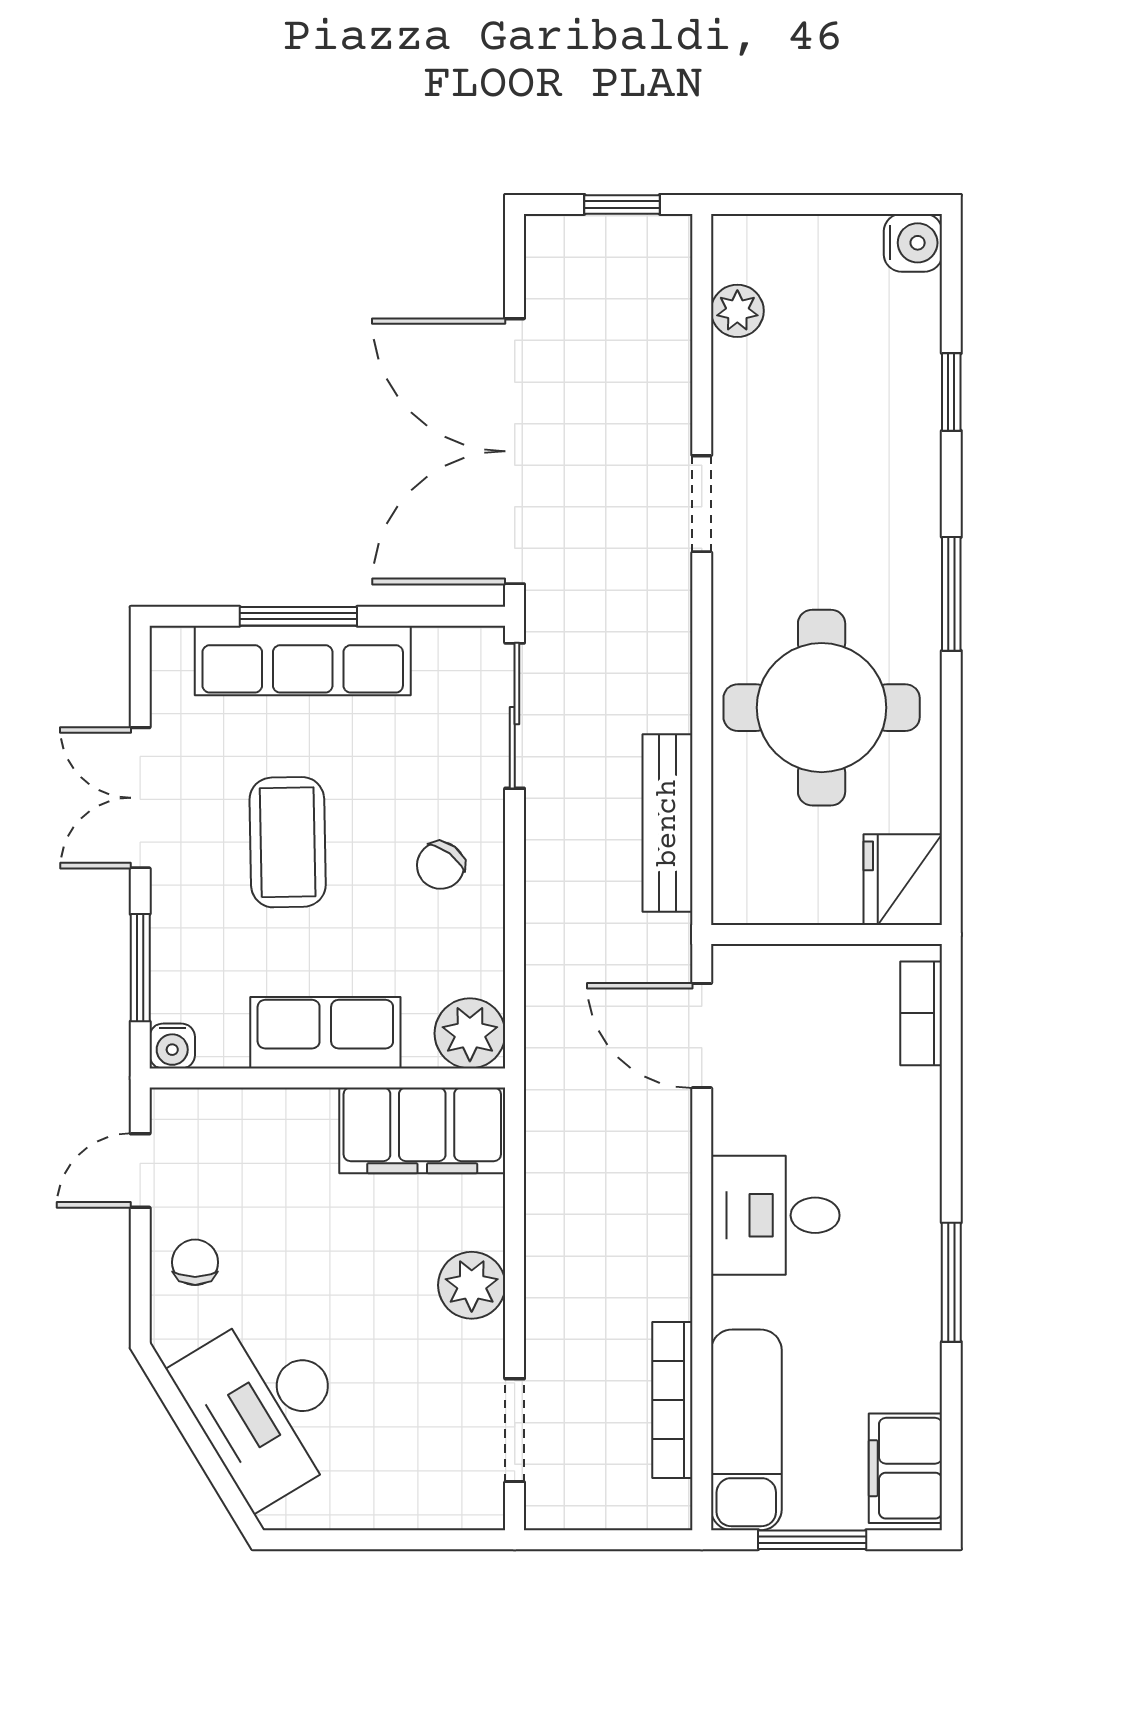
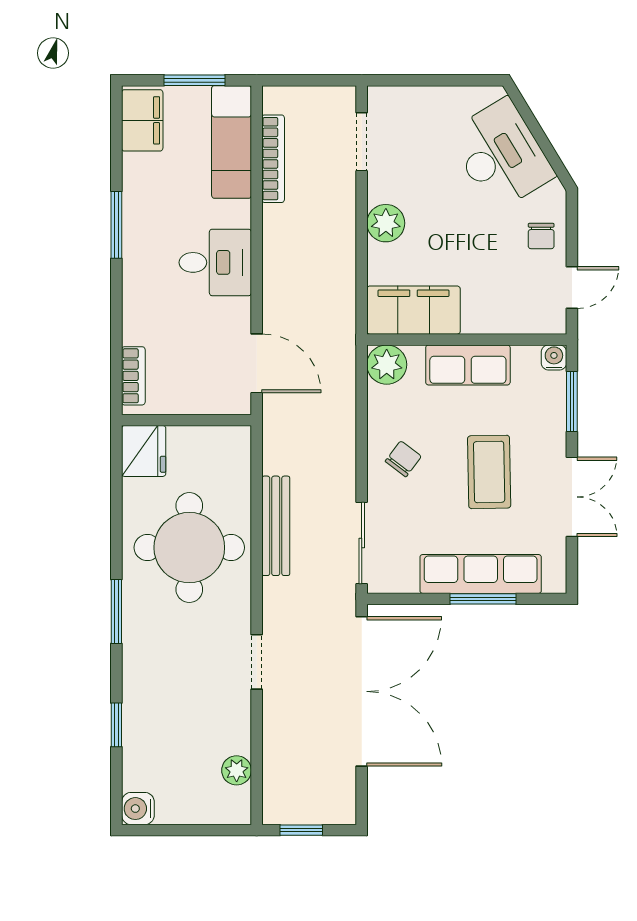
bench: (668, 823) -> (276, 526), moved

